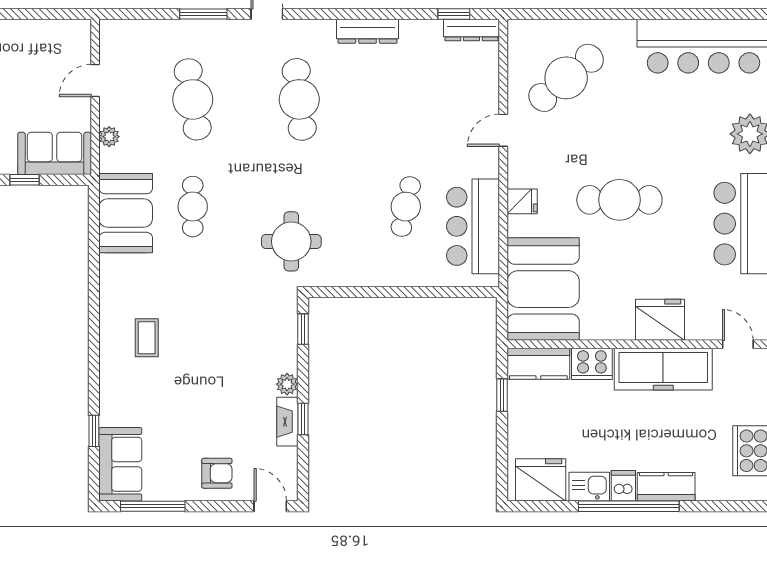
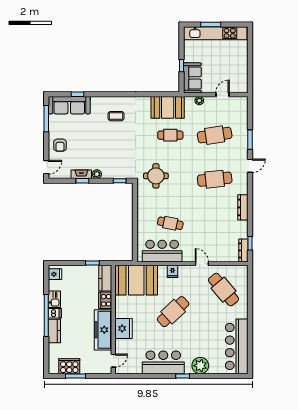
door: (95, 81) -> (222, 95), hinge flipped
cafe table: (619, 200) -> (173, 312), turned 47
sofa: (120, 464) -> (69, 105), width x1.36
fridge: (541, 480) -> (55, 274), width x0.53, depth x0.75

